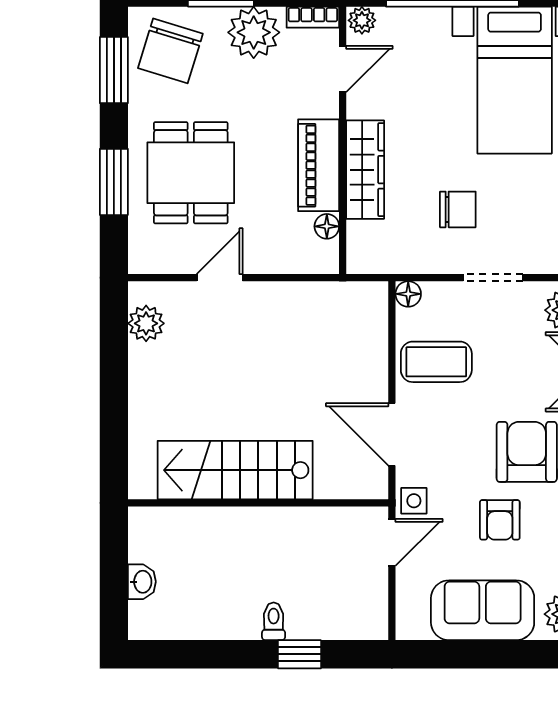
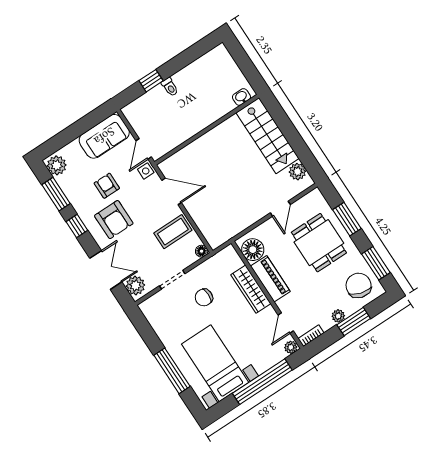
plant: (254, 32) -> (338, 316), width x0.53, depth x0.53
floor lamp: (327, 226) -> (253, 250), width x1.89, depth x1.89
stairs: (235, 470) -> (268, 136), moved, turned 90
washbasin: (142, 582) -> (241, 97), moved, turned 90
sofa: (483, 610) -> (104, 136), moved

